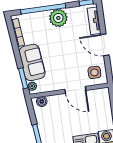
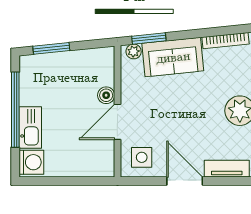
door: (105, 45) -> (185, 181), hinge flipped
boiler: (42, 101) -> (106, 95), moved

